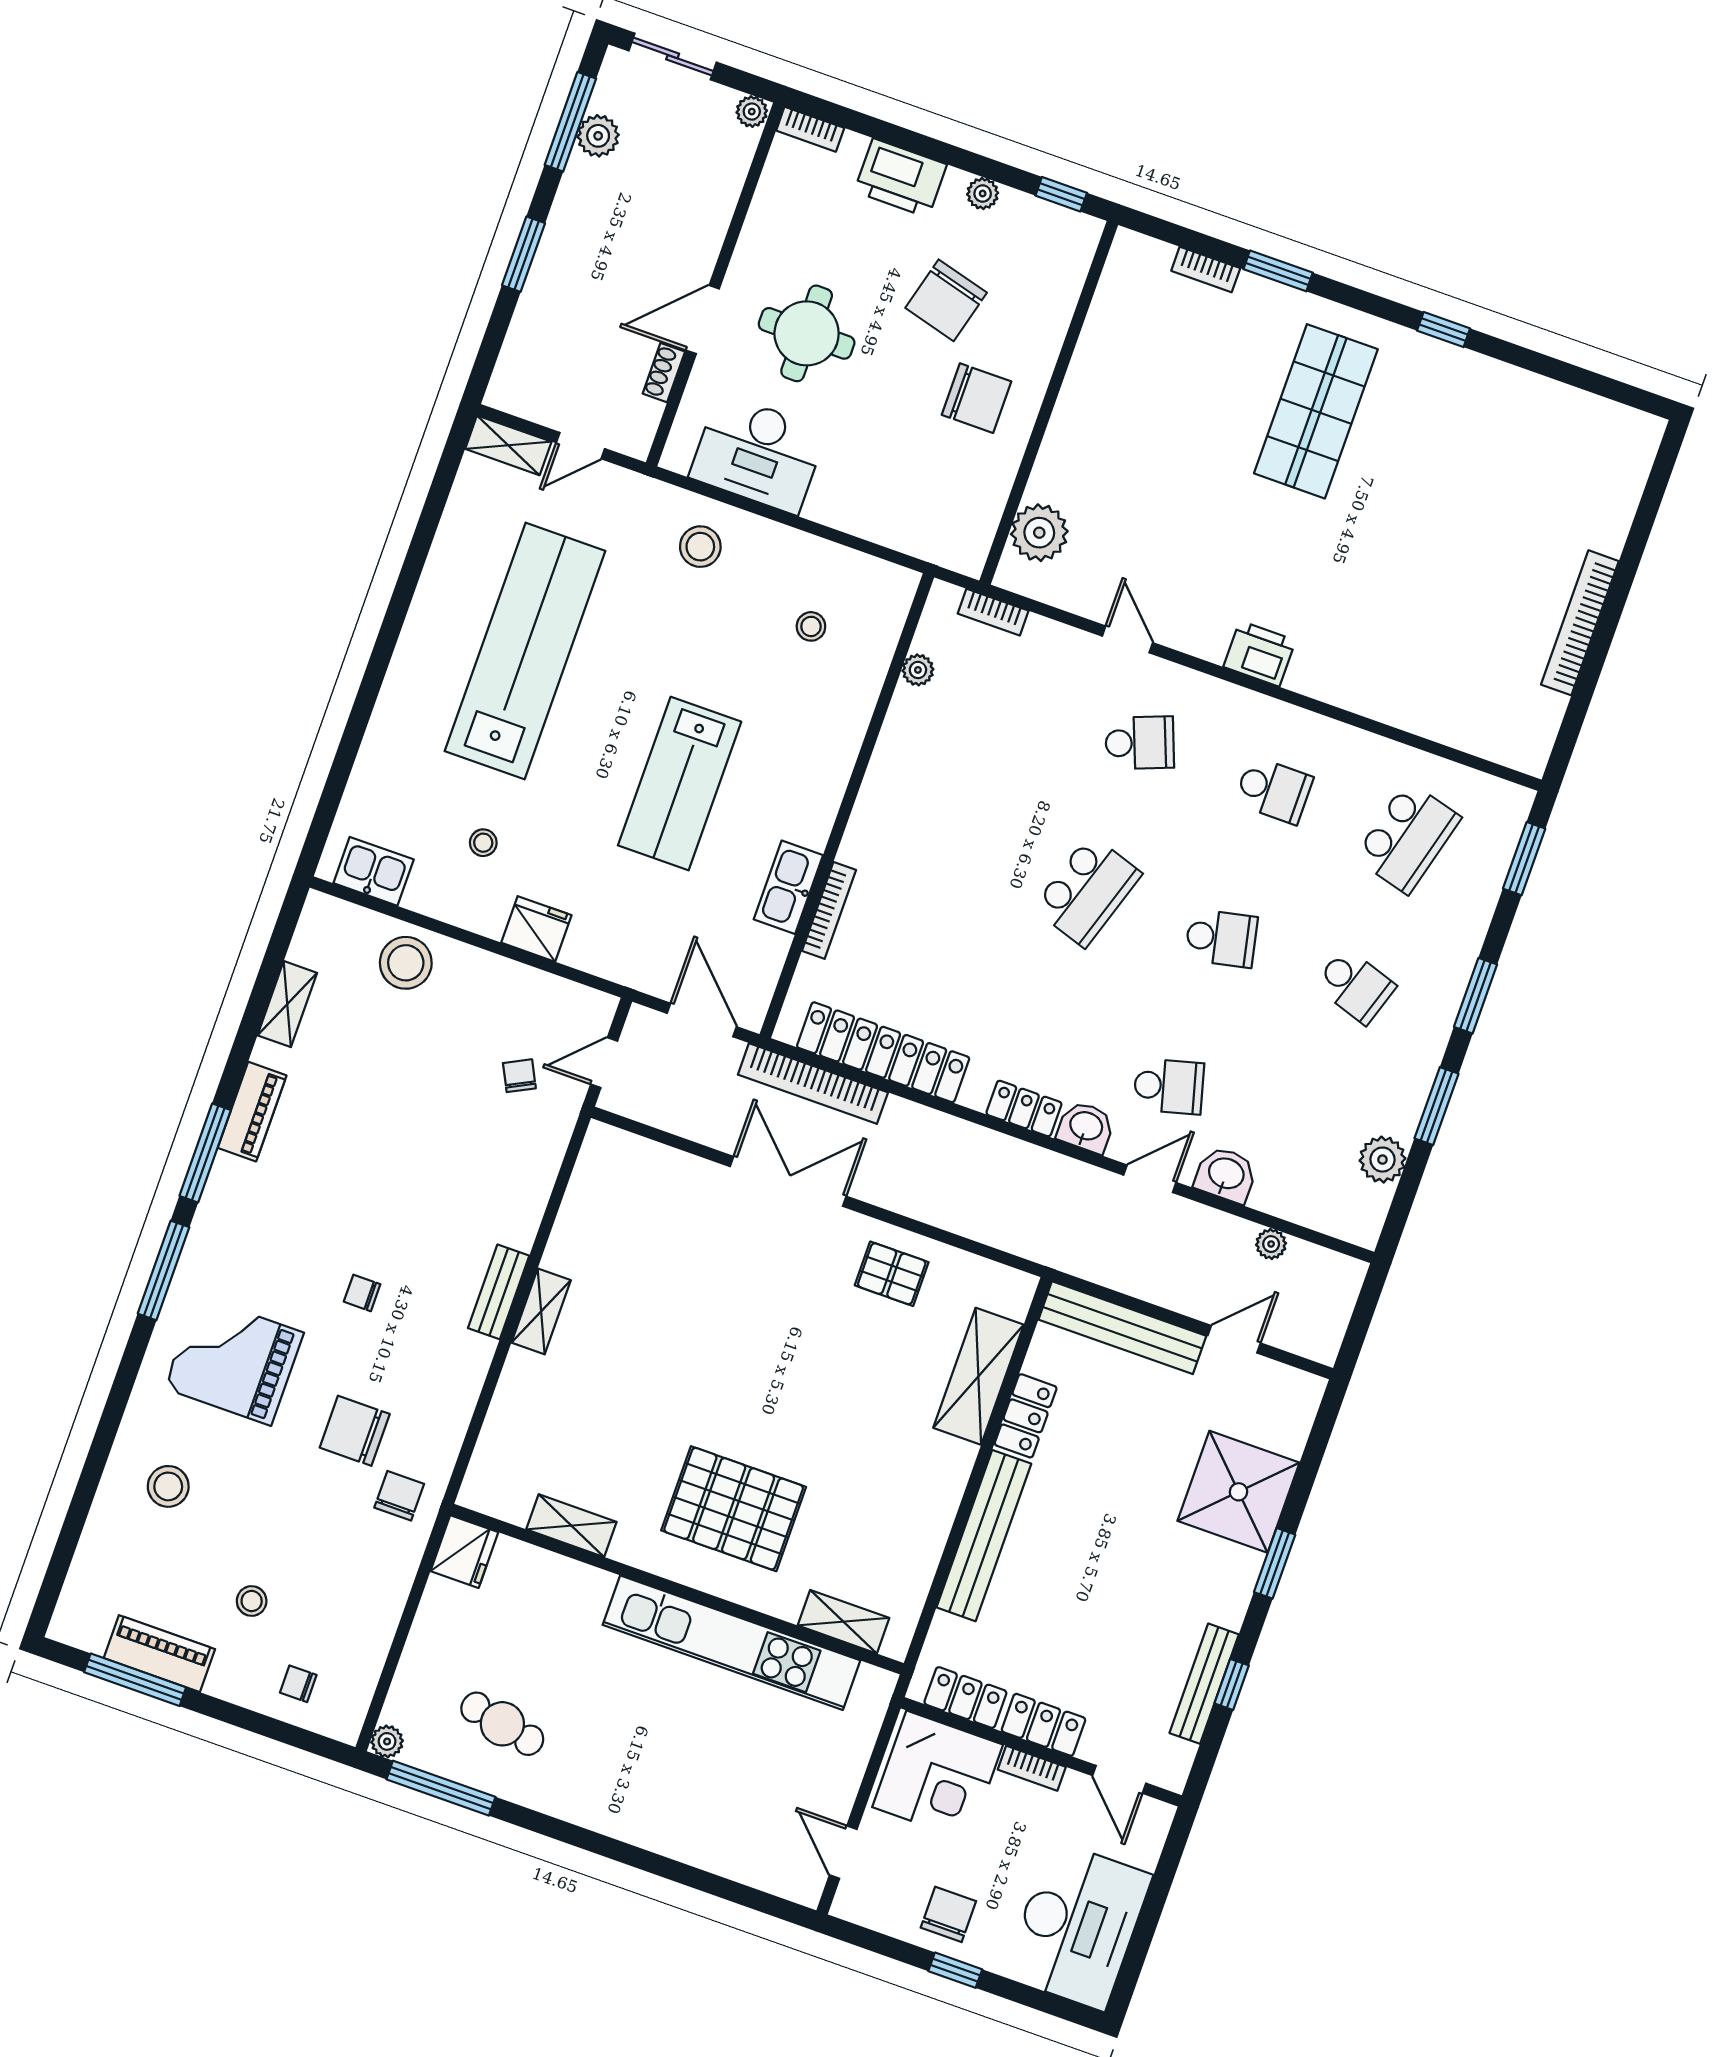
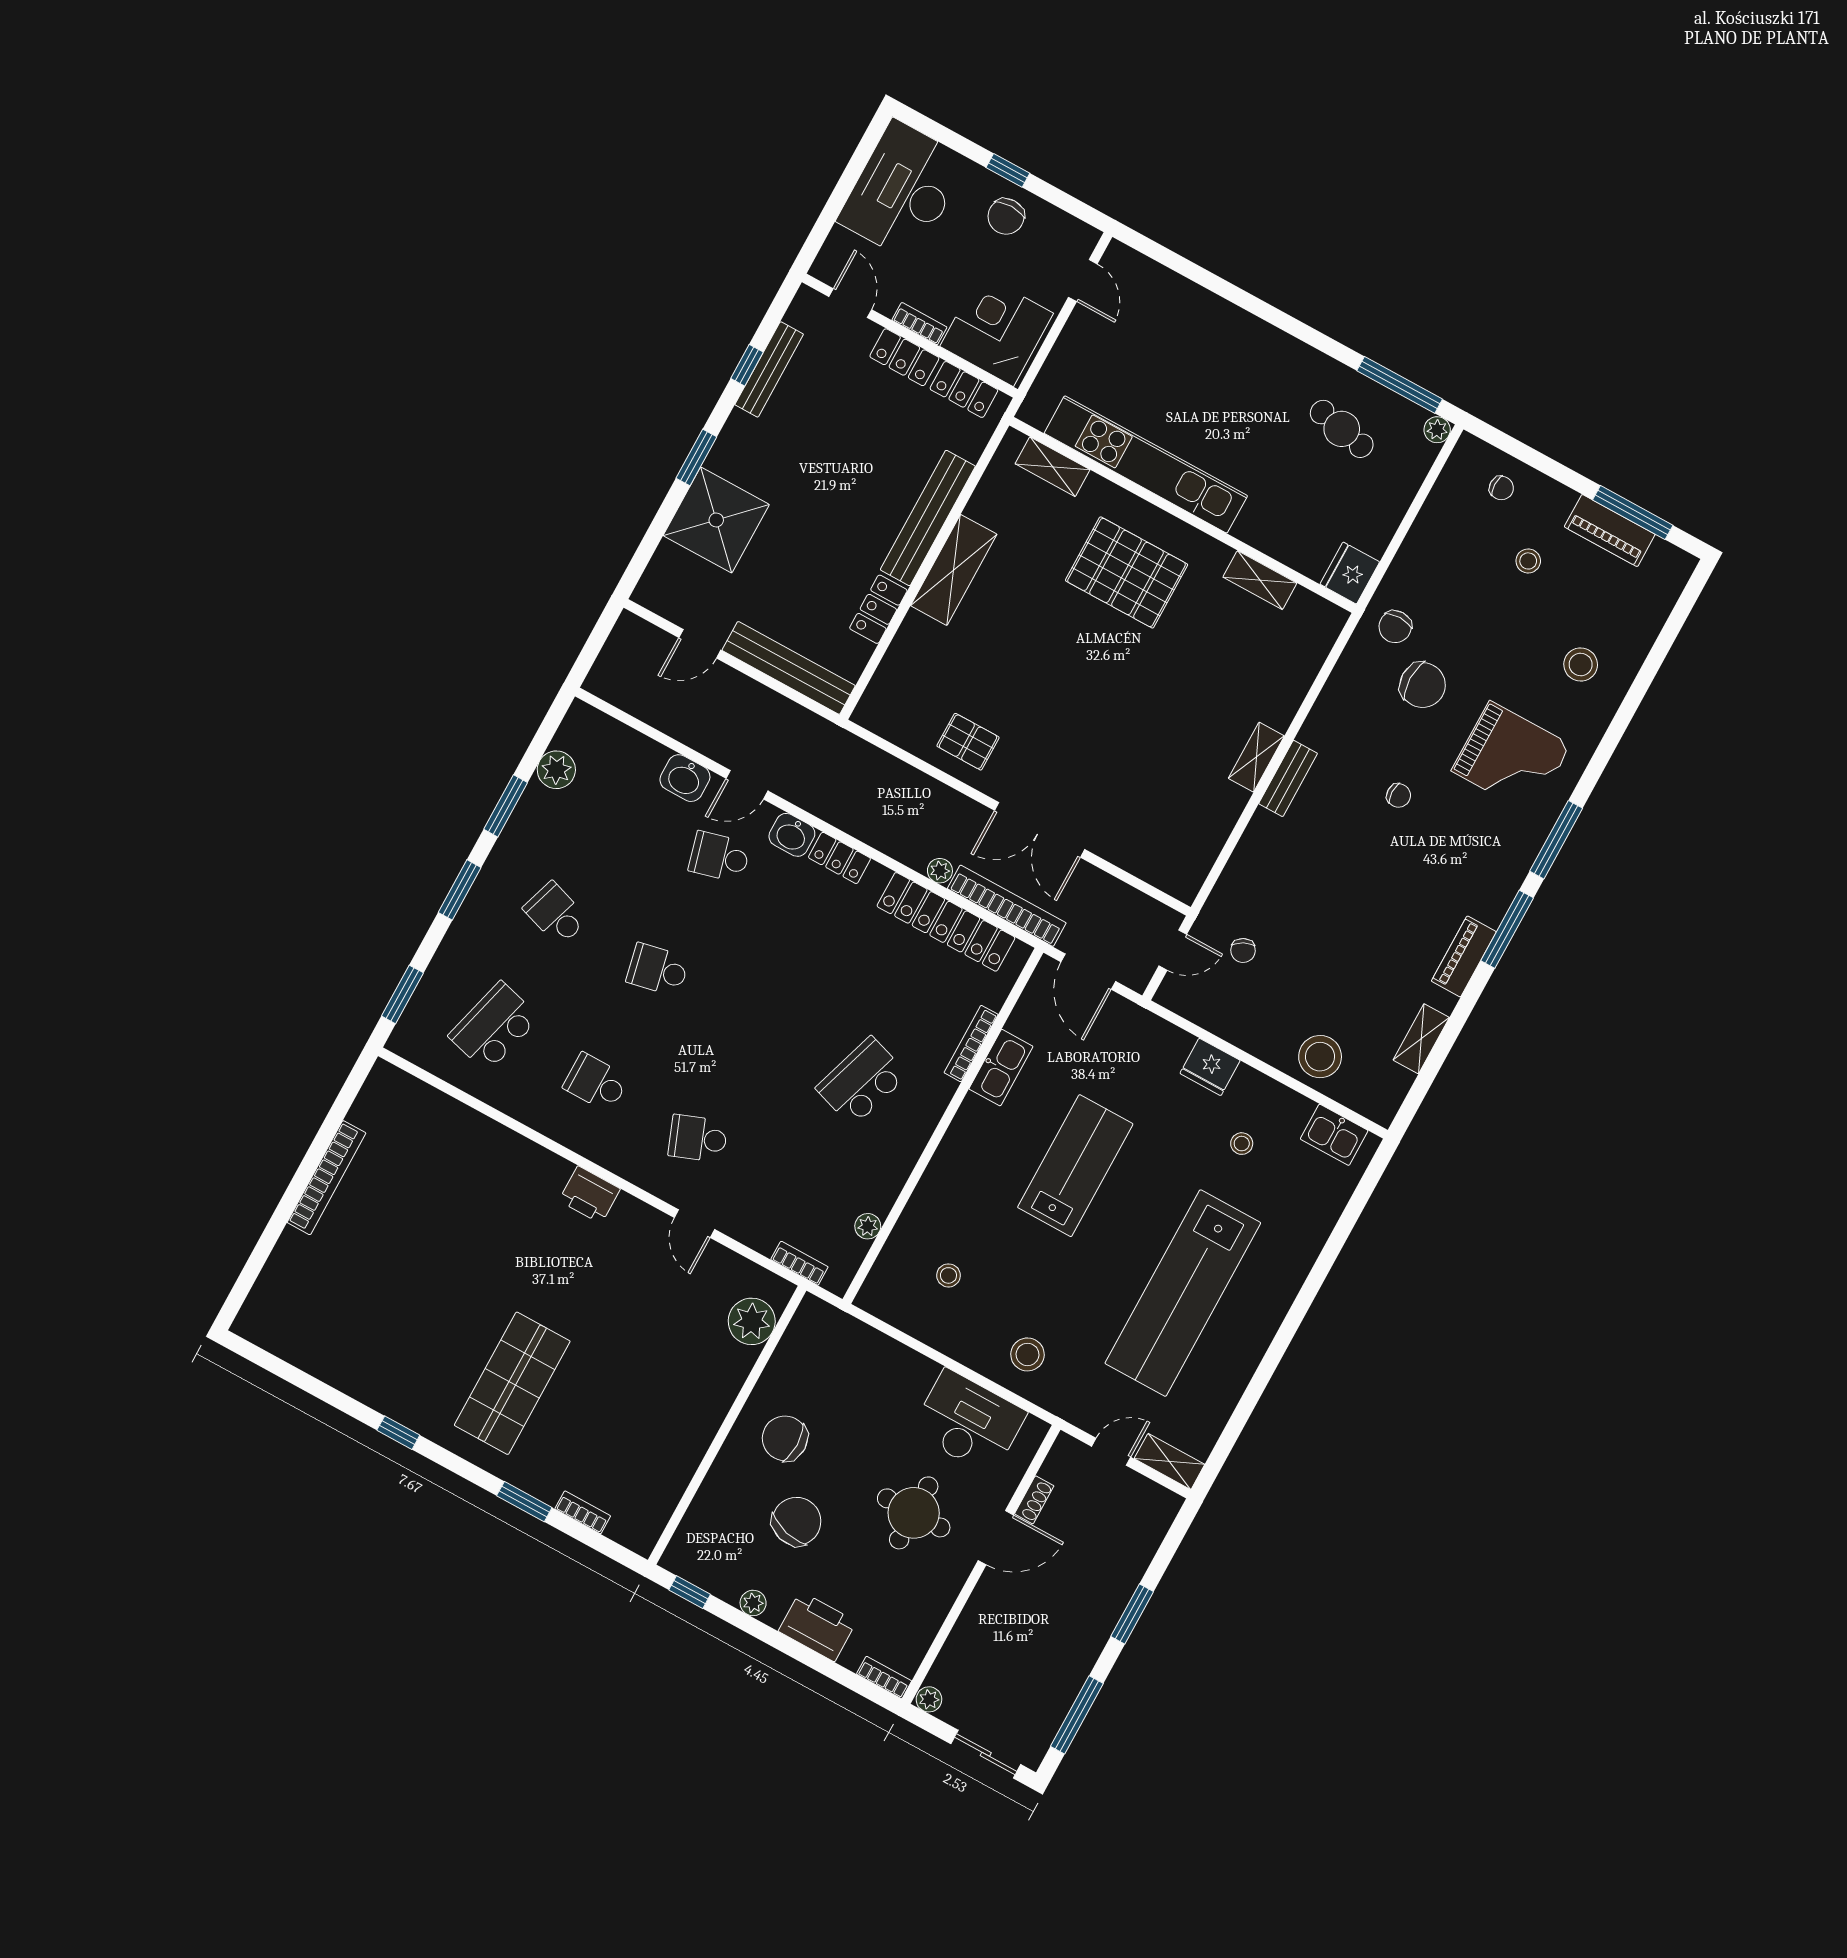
plant: (598, 136) -> (1056, 1700), removed
school desk: (1087, 891) -> (862, 1081), moved
plant: (1271, 1244) -> (940, 871), moved
shelving: (978, 1376) -> (954, 570), moved

